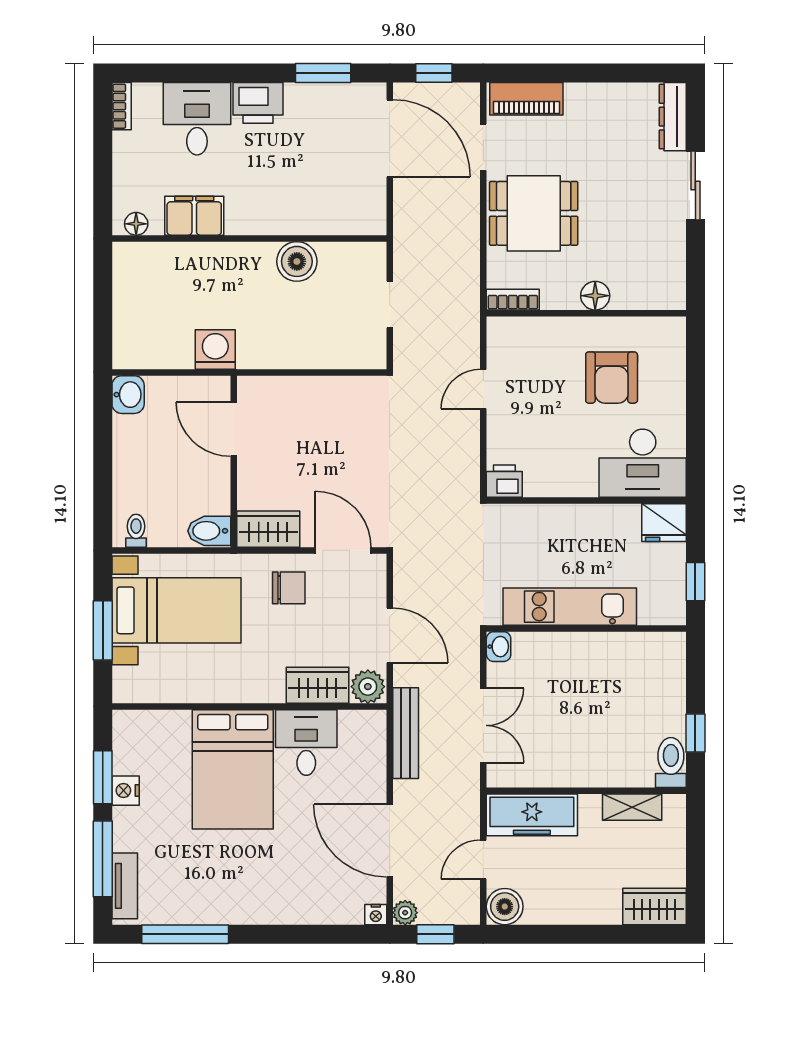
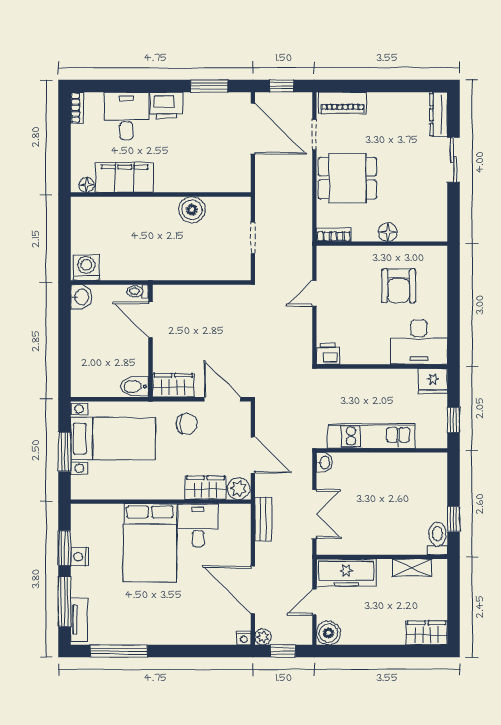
filing cabinet: (194, 216) -> (125, 177), width x1.50, depth x1.17
washing machine: (215, 349) -> (86, 267), moved
toilet: (136, 531) -> (138, 291), moved, turned -90
bench: (406, 733) -> (263, 519), width x0.73

